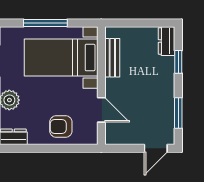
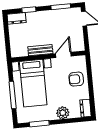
bench: (112, 58) -> (40, 50), moved
armchair: (61, 127) -> (76, 79), turned 90

